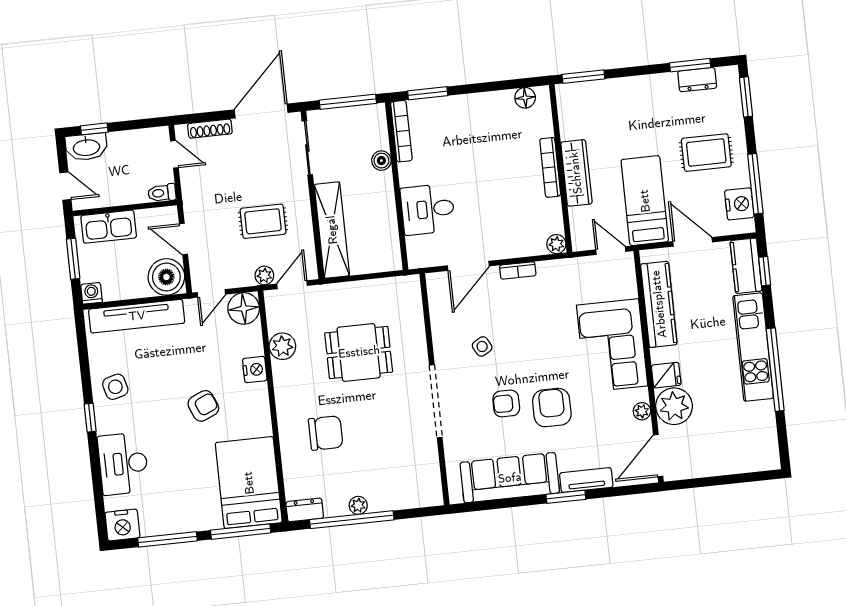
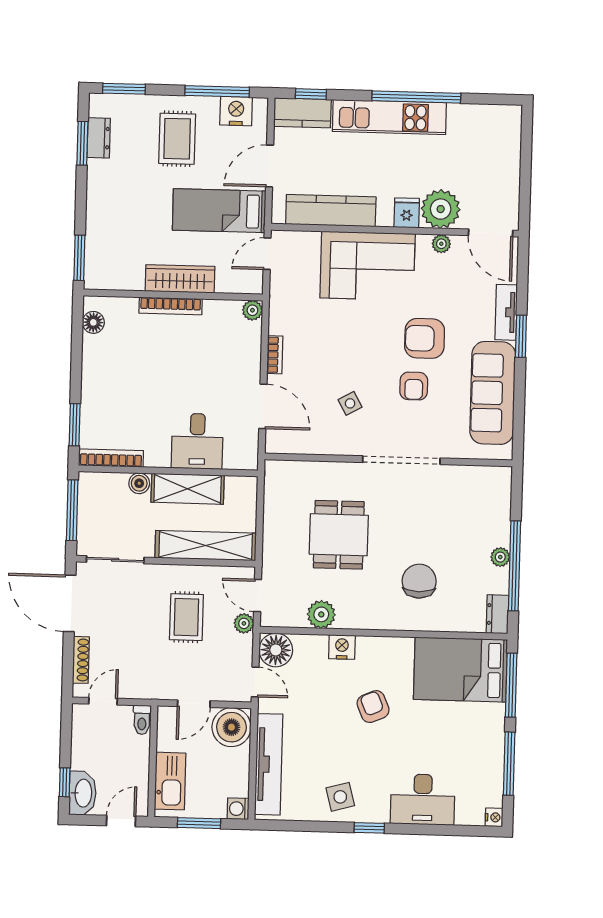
shelving: (382, 206) -> (188, 489), added
nightstand: (122, 525) -> (494, 817), width x0.53, depth x0.56

